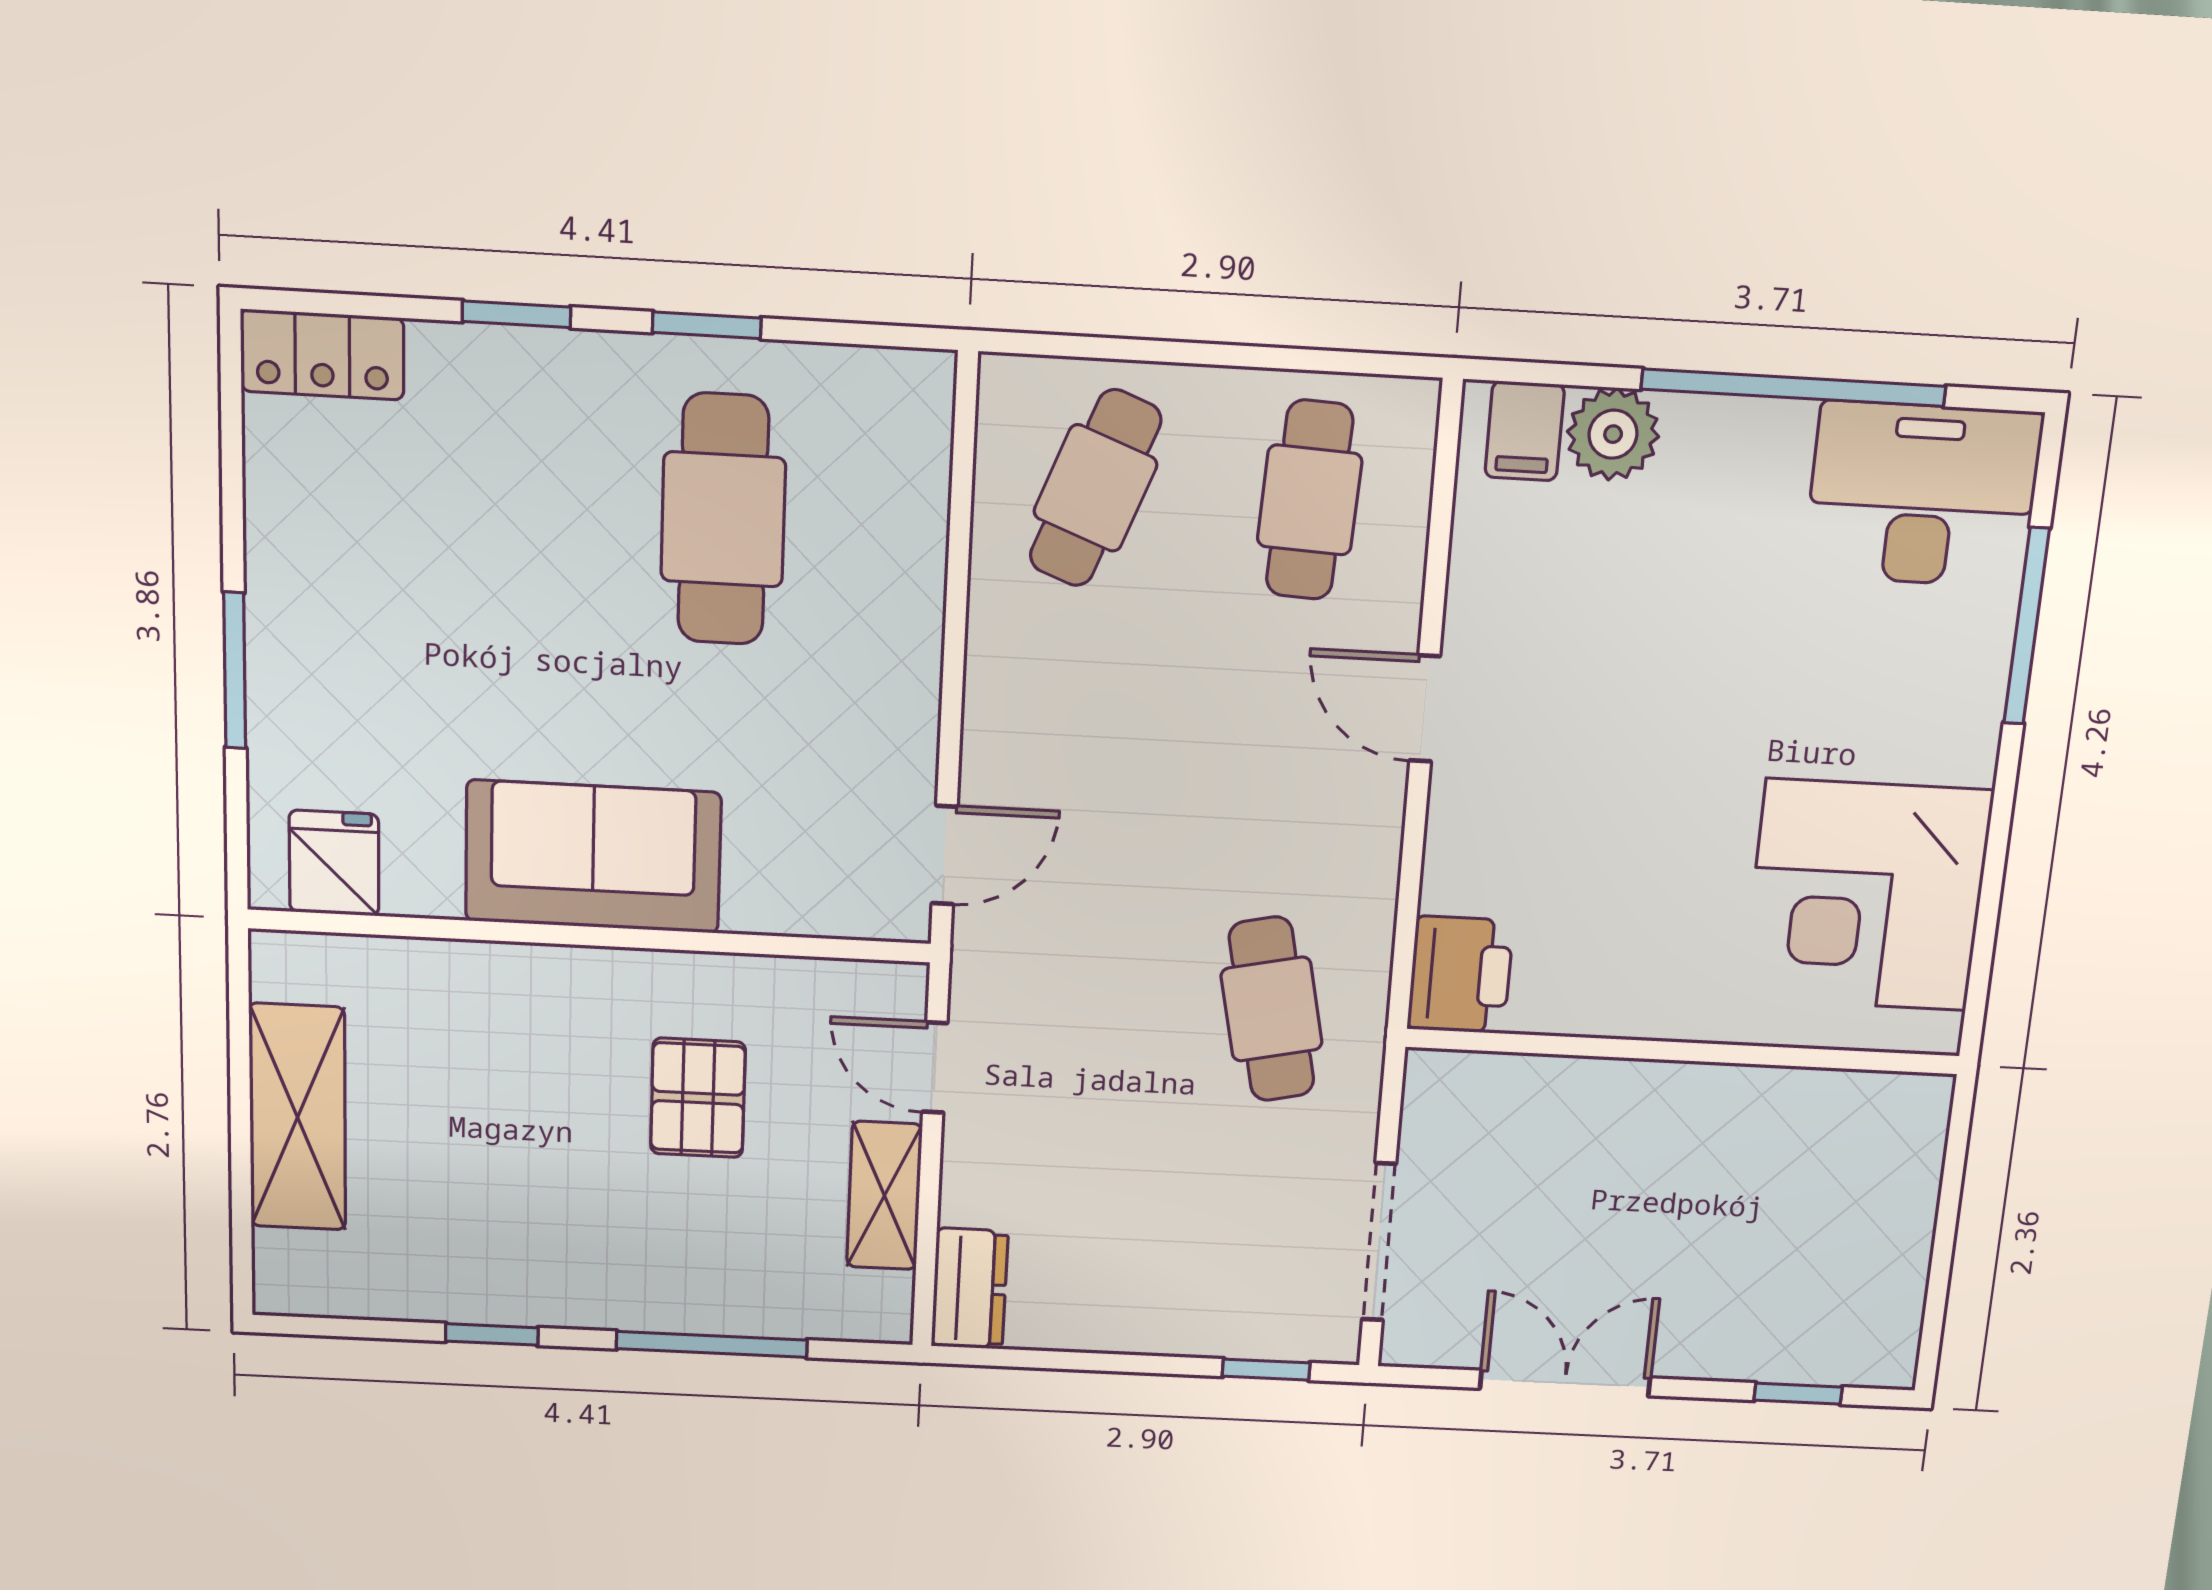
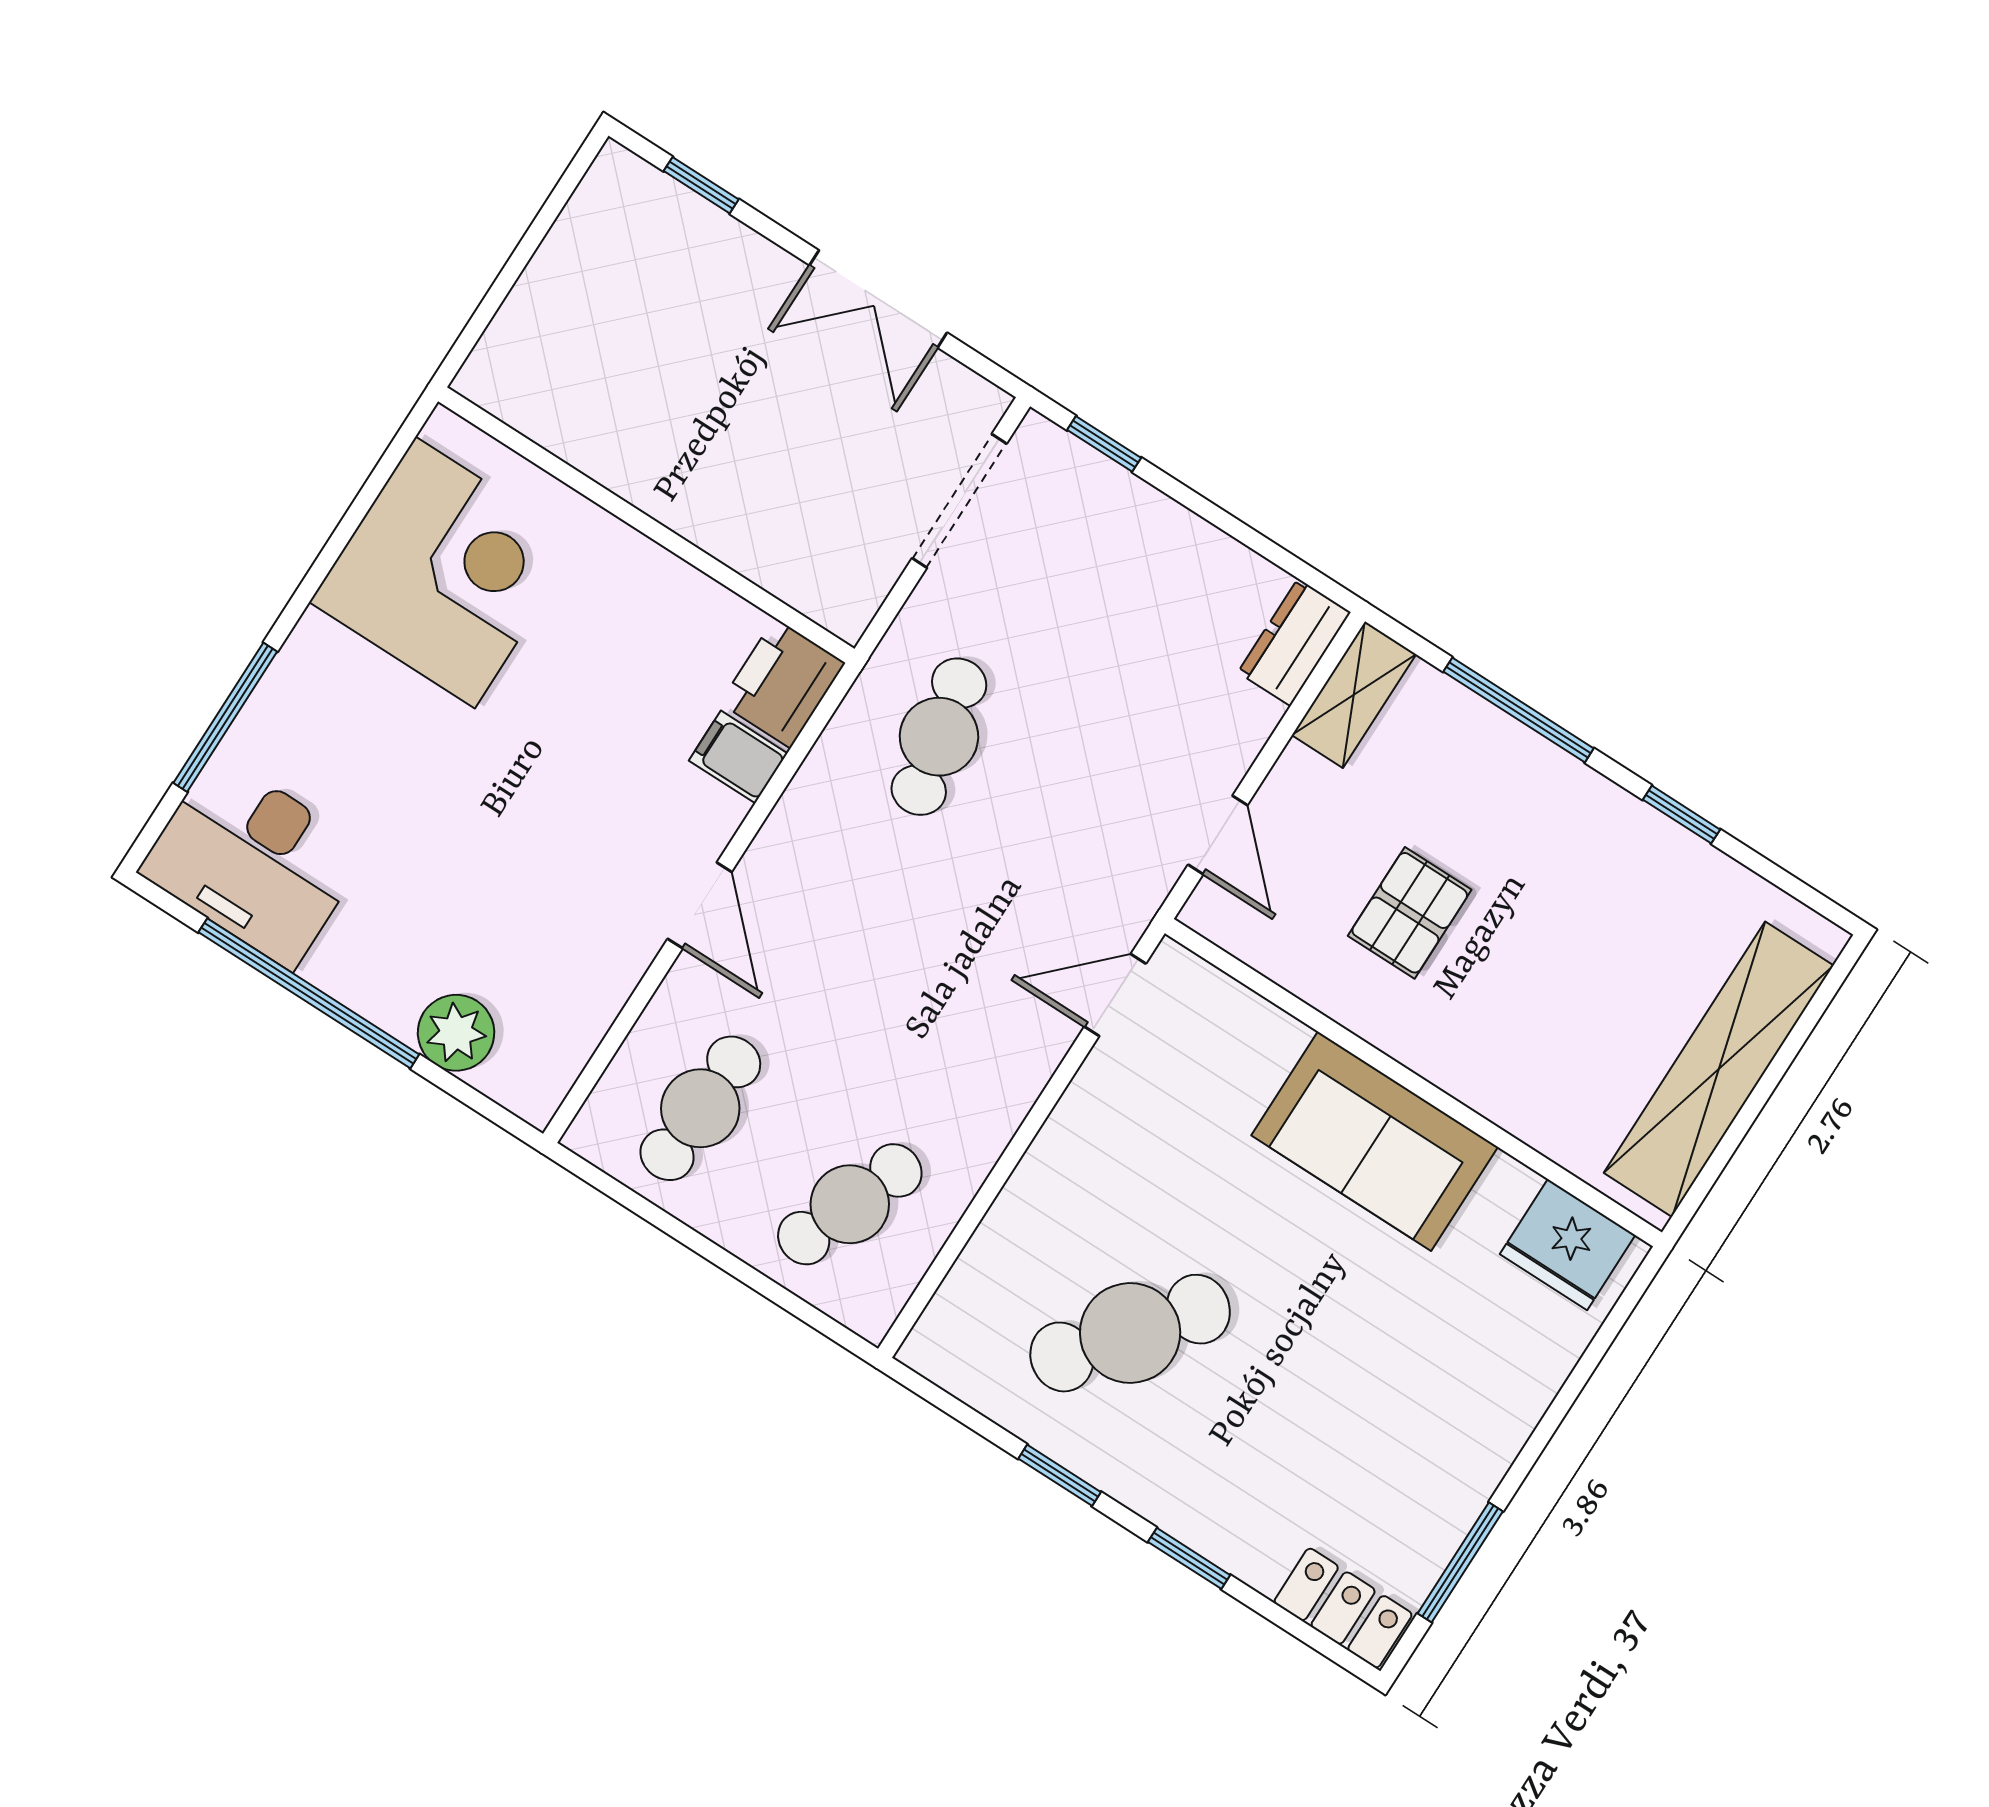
filing cabinet: (1525, 431) -> (738, 757), moved, turned -90
cafe table: (723, 519) -> (1130, 1333), turned 38
window: (235, 670) -> (1460, 1562), moved
fridge: (334, 863) -> (1567, 1245), width x1.38
shelving: (298, 1117) -> (1719, 1069), width x1.47
shelving: (884, 1196) -> (1354, 695), moved

